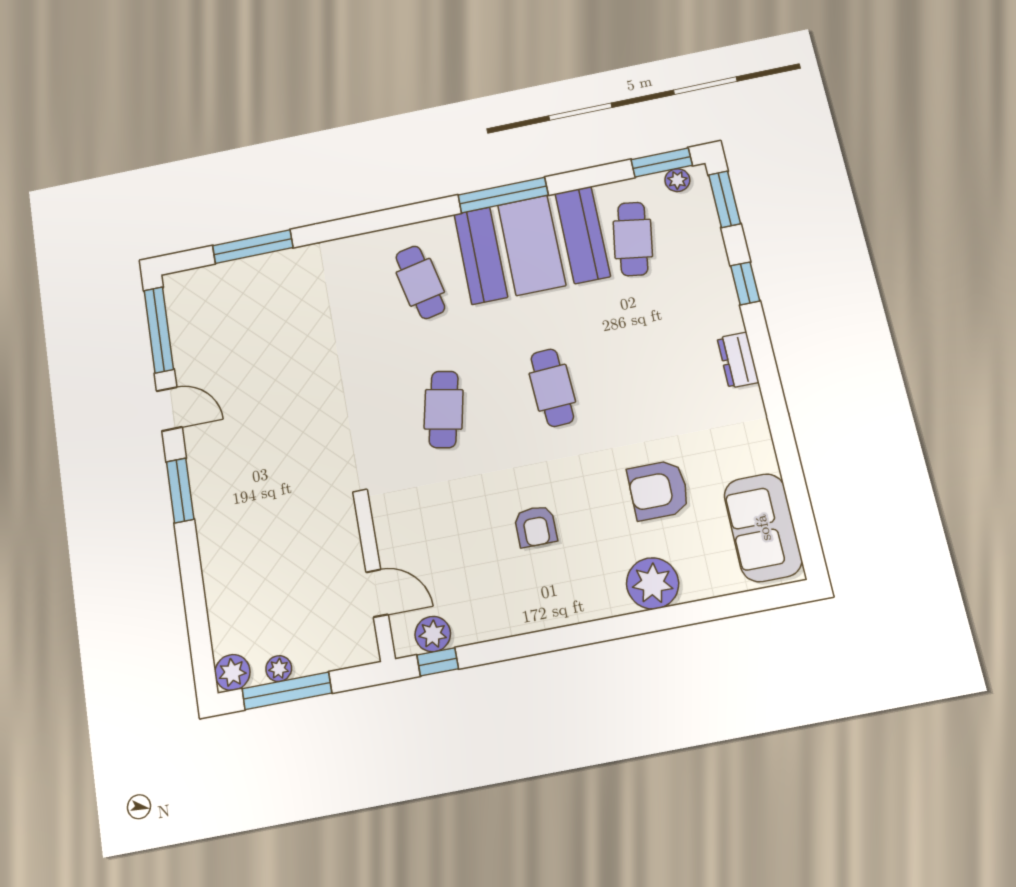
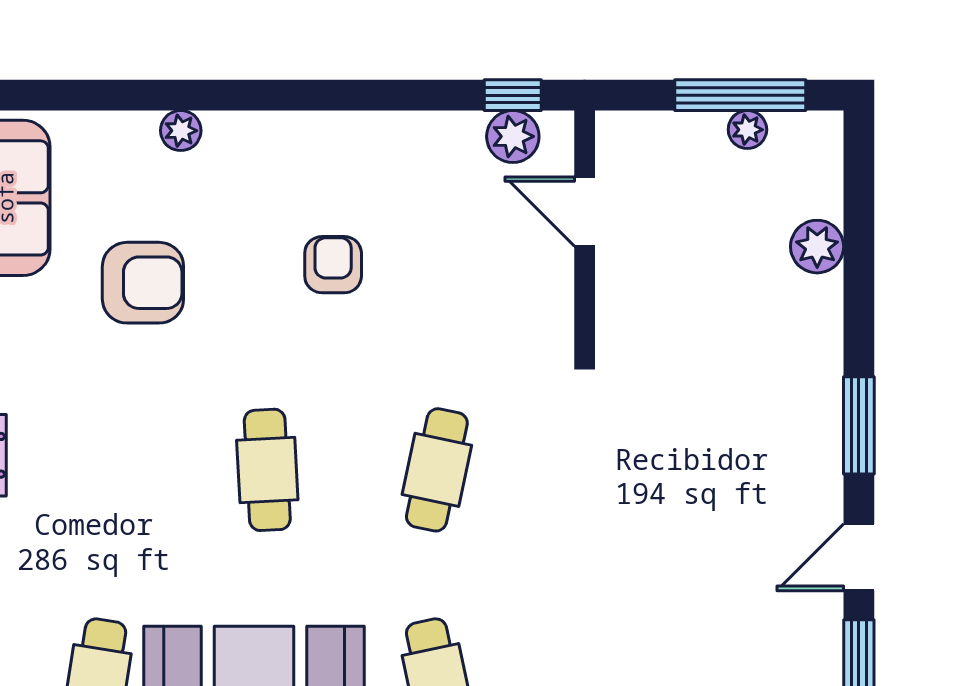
door: (169, 409) -> (859, 557), hinge flipped
plant: (653, 583) -> (181, 131), width x0.53, depth x0.53
plant: (232, 673) -> (817, 247), moved

